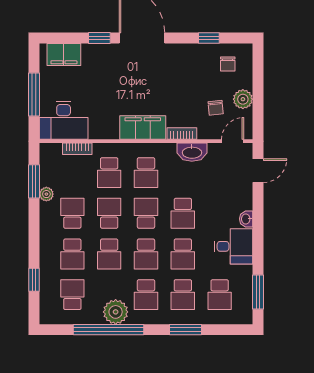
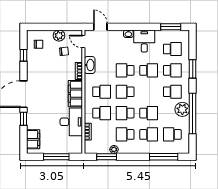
desk: (64, 120) -> (71, 122), moved
school desk: (183, 213) -> (125, 70), turned 180
school desk: (146, 254) -> (149, 92), removed
window: (34, 280) -> (164, 157), width x2.17

